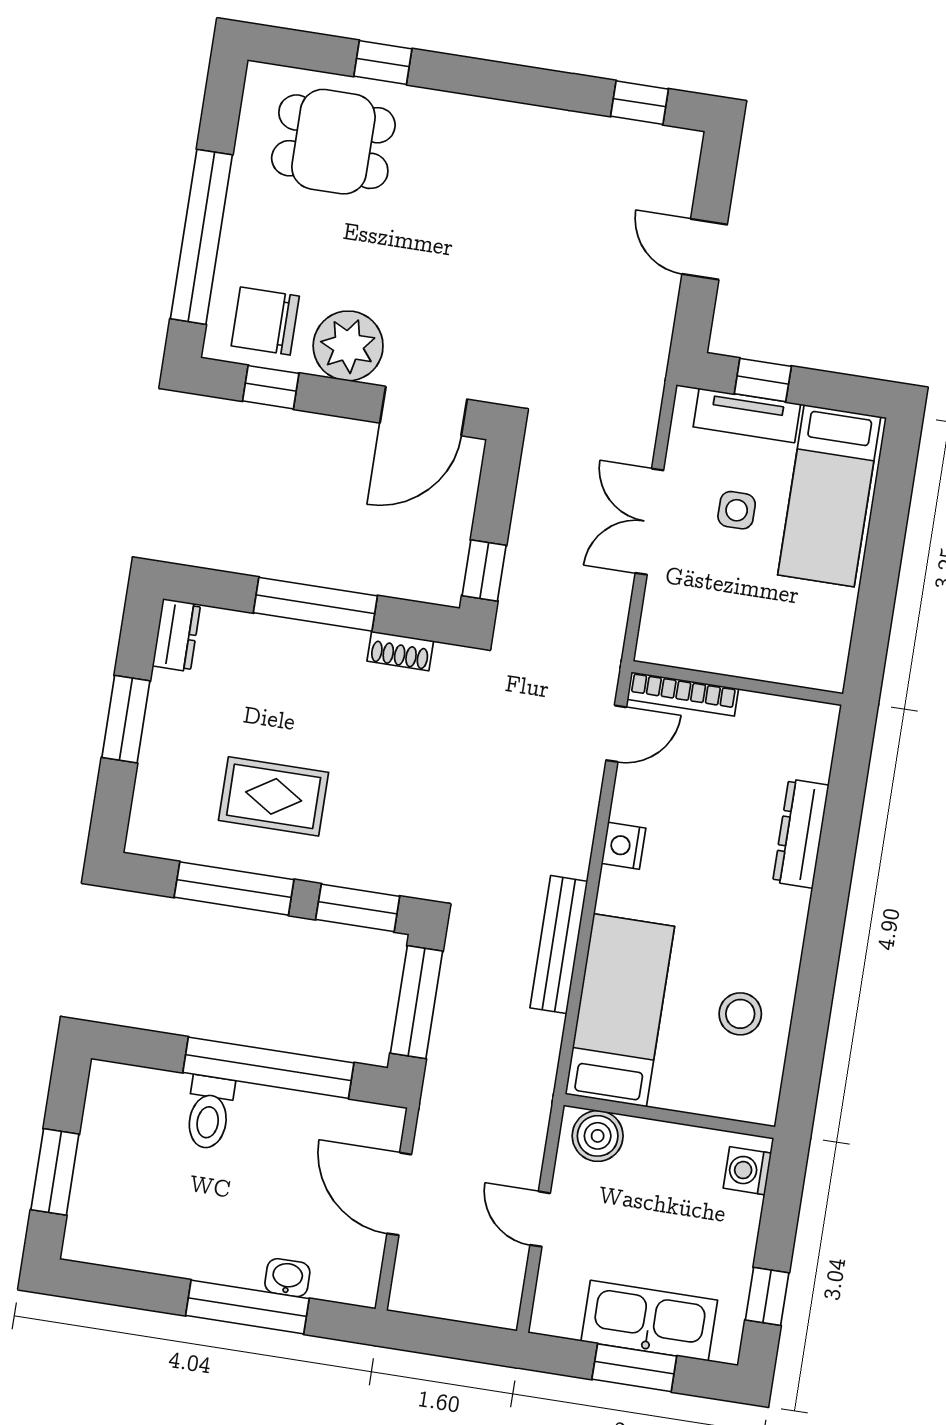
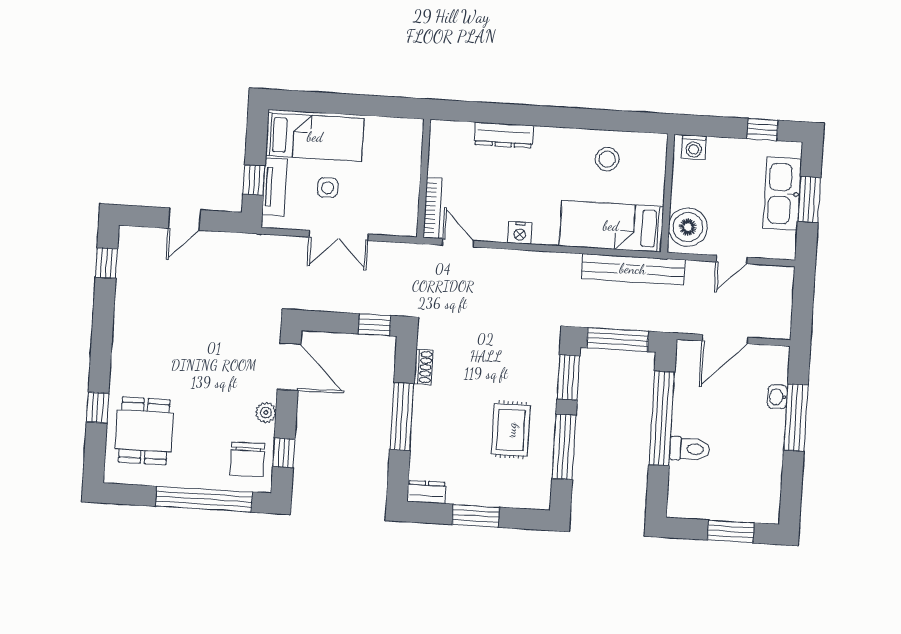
plant: (348, 346) -> (266, 413), width x0.53, depth x0.53
bench: (559, 945) -> (633, 269), moved, width x1.37, depth x1.21
boiler: (598, 1136) -> (688, 227), width x1.37, depth x1.37

